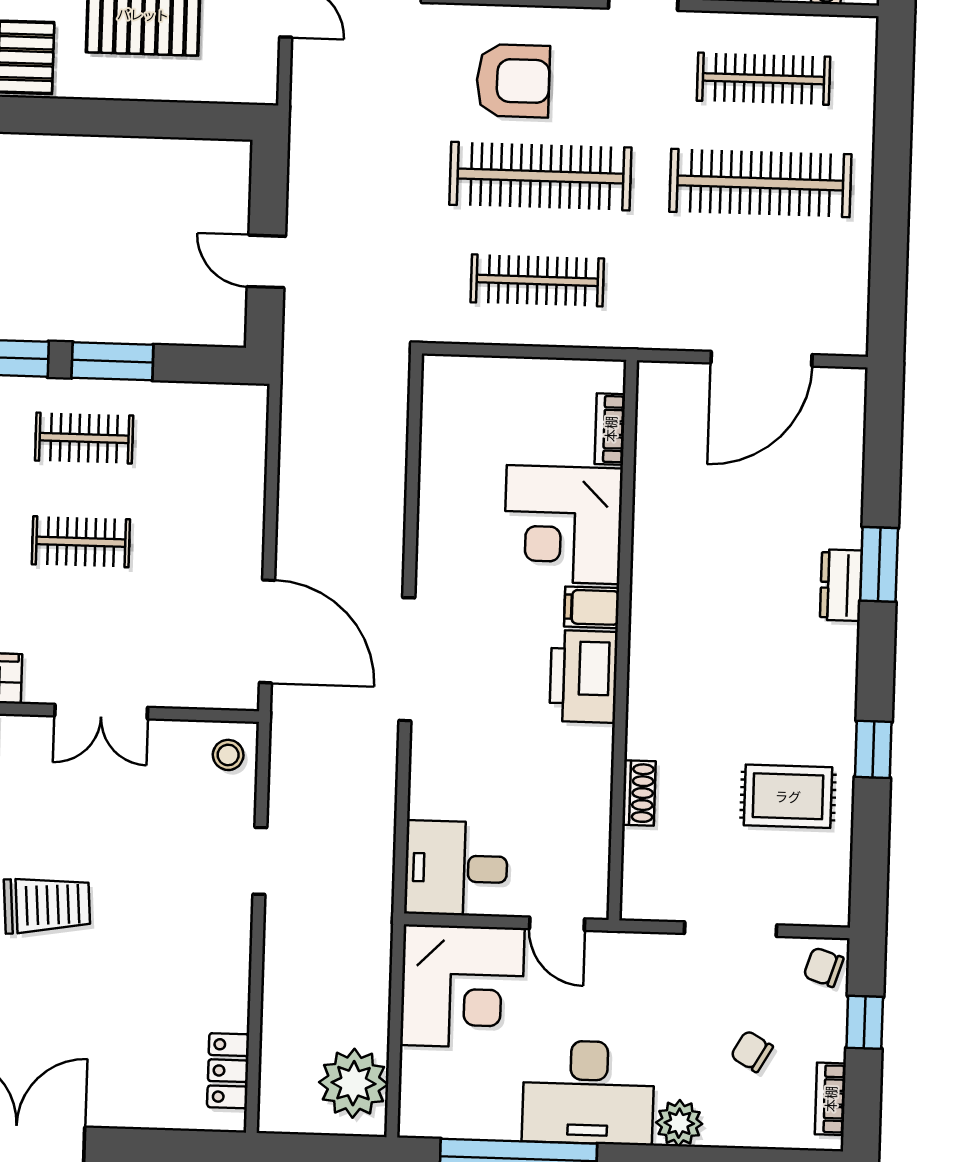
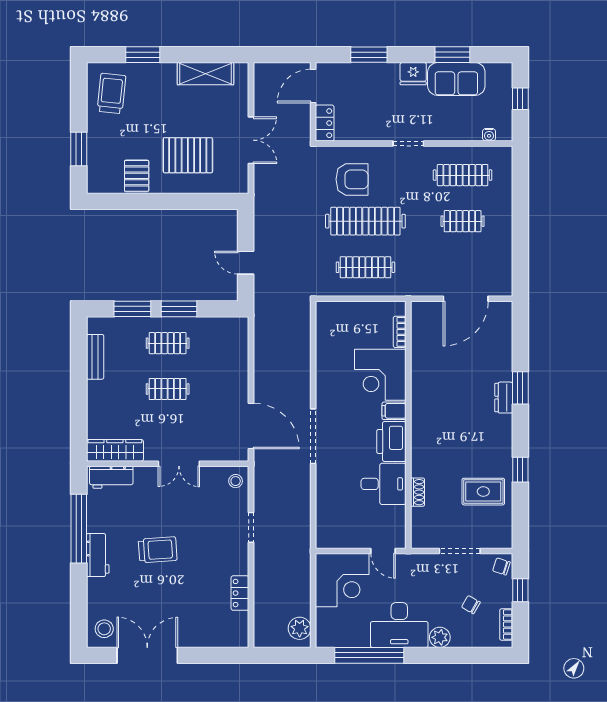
clothes rail: (760, 183) -> (463, 221), width x0.54, depth x0.76
desk: (456, 868) -> (384, 484), moved, turned 180
locker: (228, 1071) -> (240, 593), moved
plant: (353, 1083) -> (300, 628), width x0.73, depth x0.73

